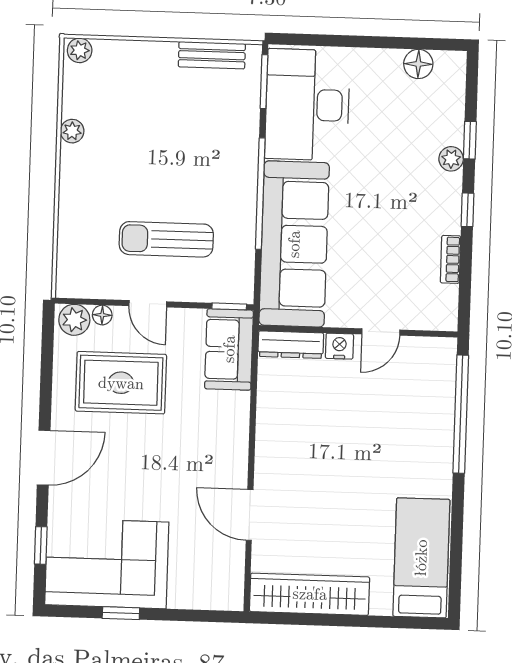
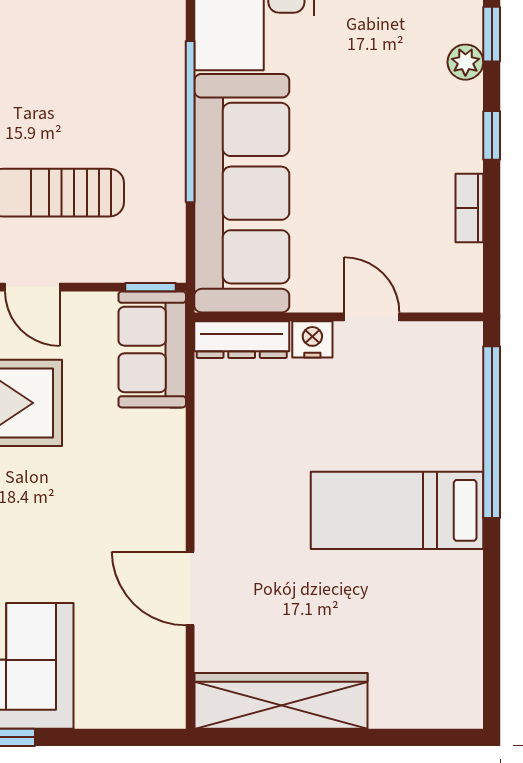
door: (381, 332) -> (372, 317), swing flipped
bed: (421, 558) -> (397, 510), moved, turned -90

